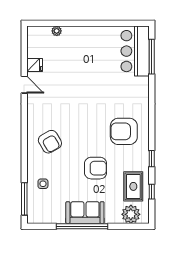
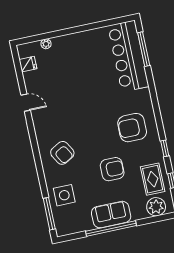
bar counter: (135, 51) -> (128, 56), width x1.36
fridge: (35, 65) -> (28, 64), moved
side table: (43, 184) -> (64, 195), width x1.87, depth x1.87

